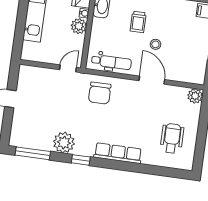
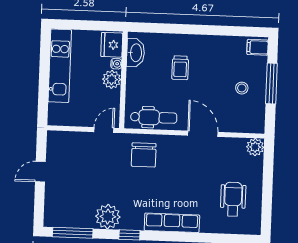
stool: (155, 44) -> (242, 88), moved

